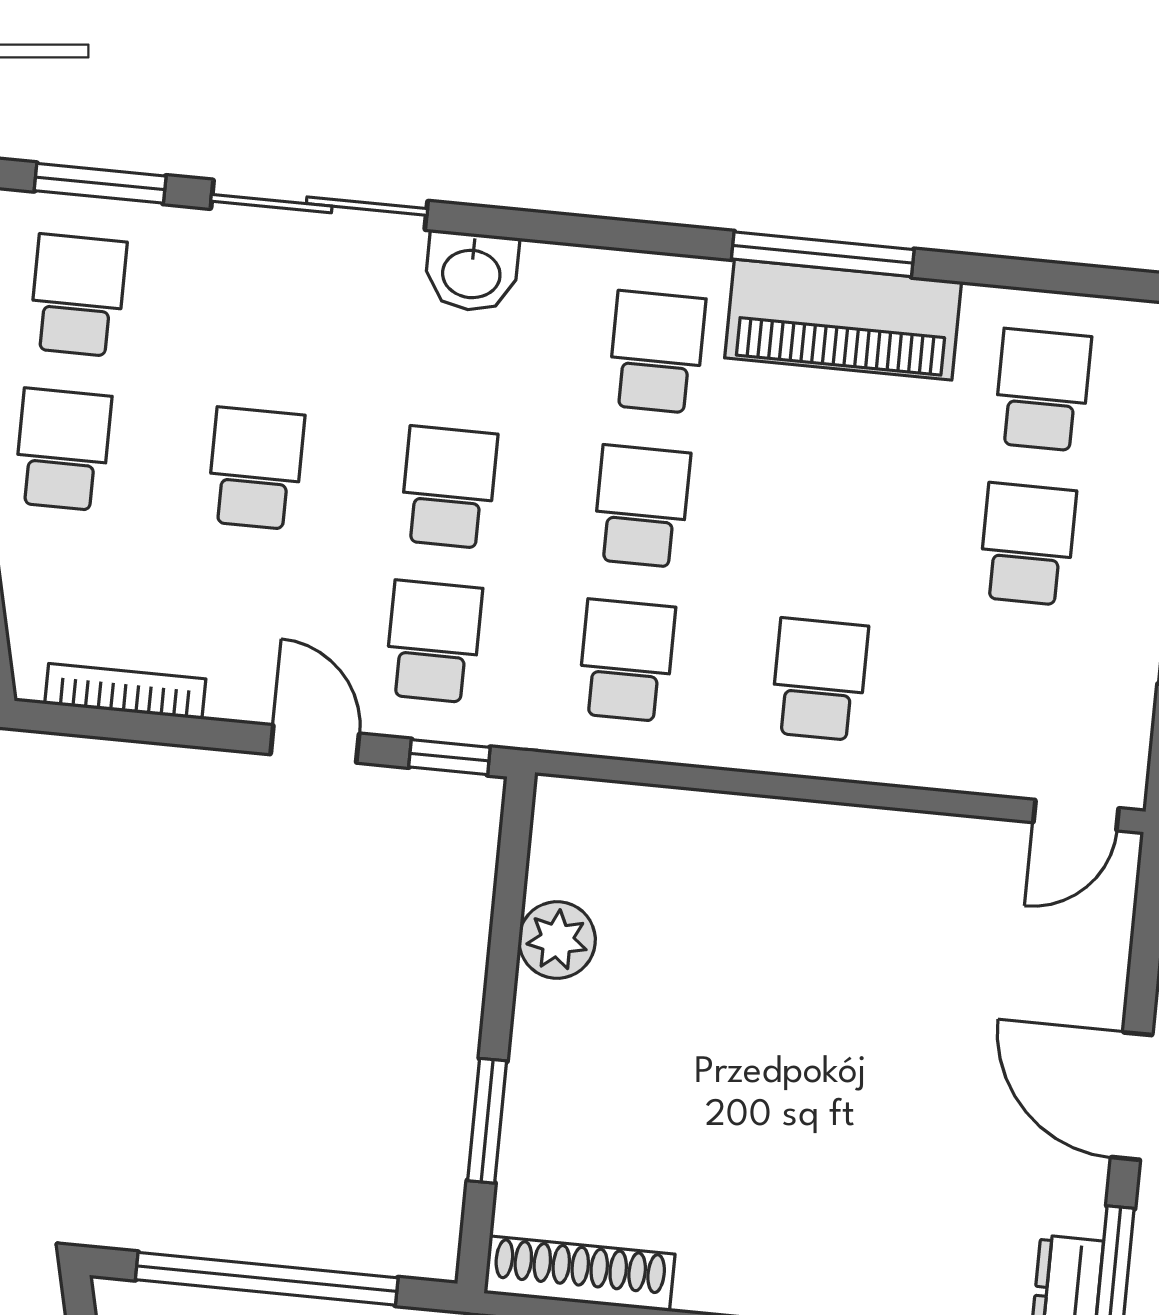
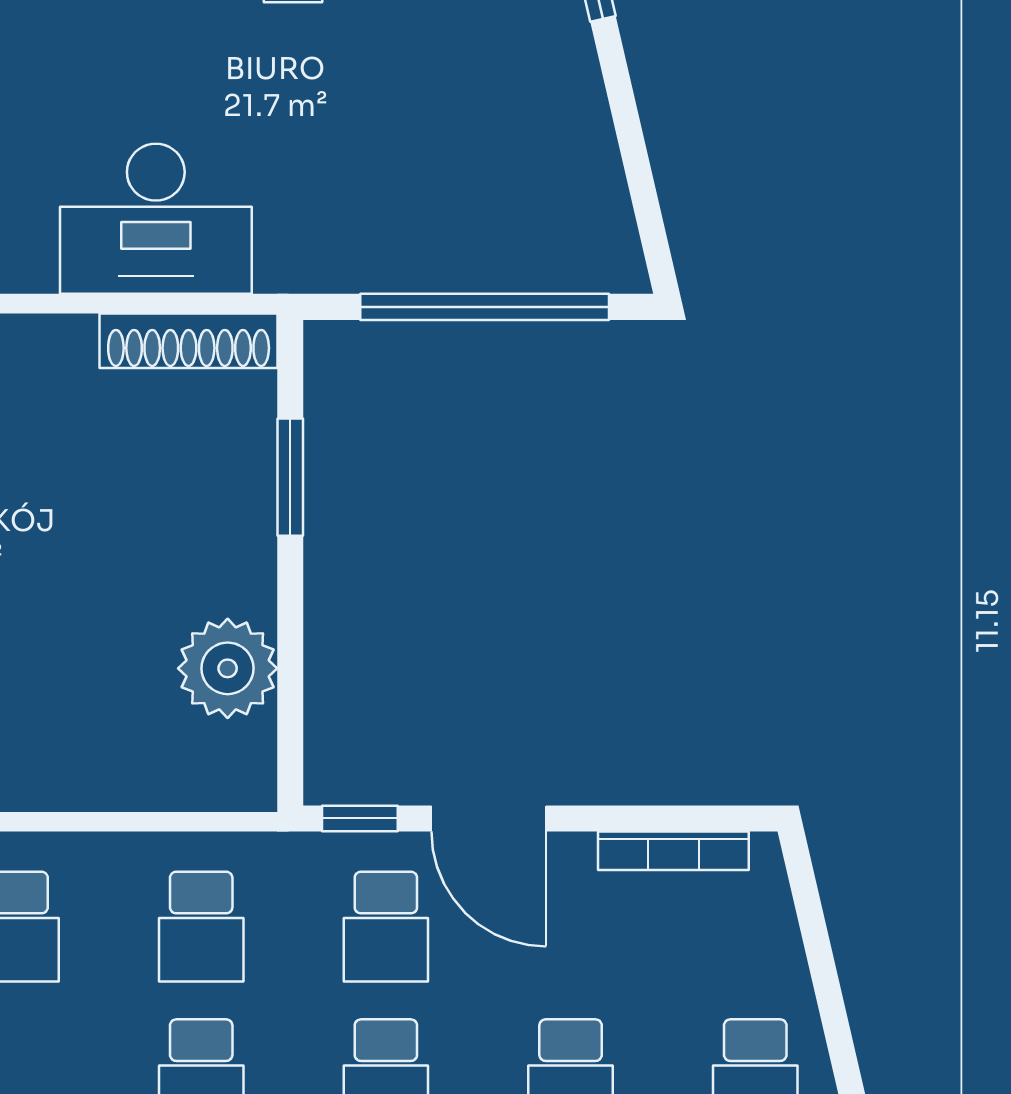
door: (315, 744) -> (489, 818), width x1.37
plant: (557, 940) -> (228, 668), width x1.36, depth x1.36

